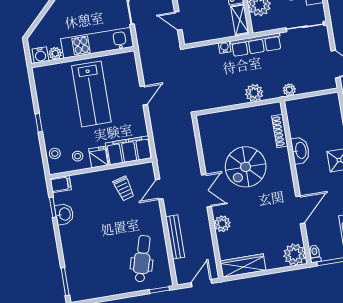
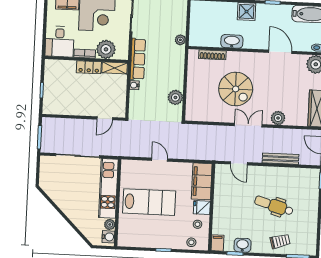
plant: (254, 93) -> (175, 97), moved
trolley: (124, 188) -> (280, 241), moved
dental chair: (142, 259) -> (274, 206), moved

